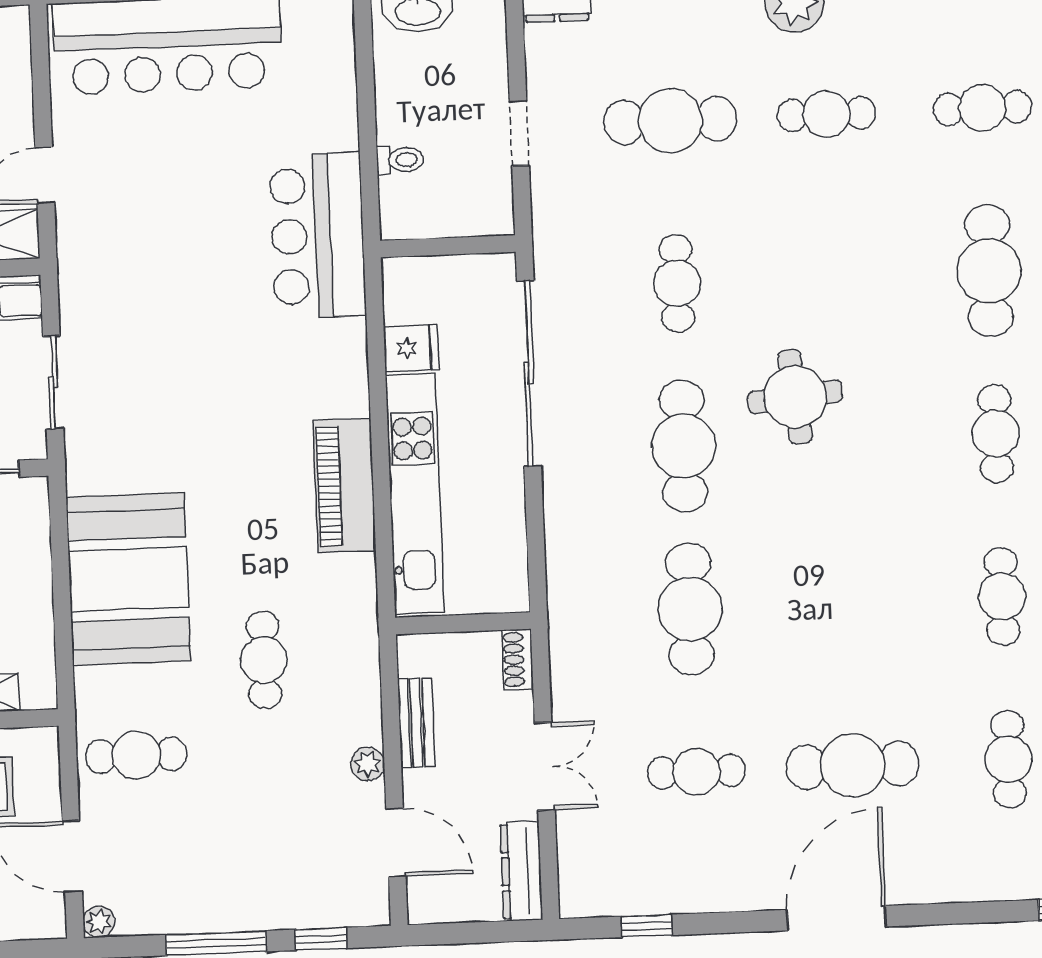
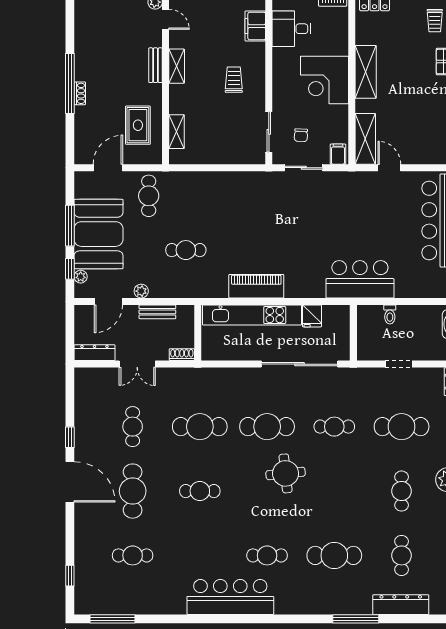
cafe table: (670, 120) -> (402, 427), turned 90
booth: (128, 579) -> (98, 234), moved, turned 90
cafe table: (1002, 596) -> (200, 491), moved
plant: (99, 922) -> (81, 277), moved
window: (646, 926) -> (70, 437), moved

